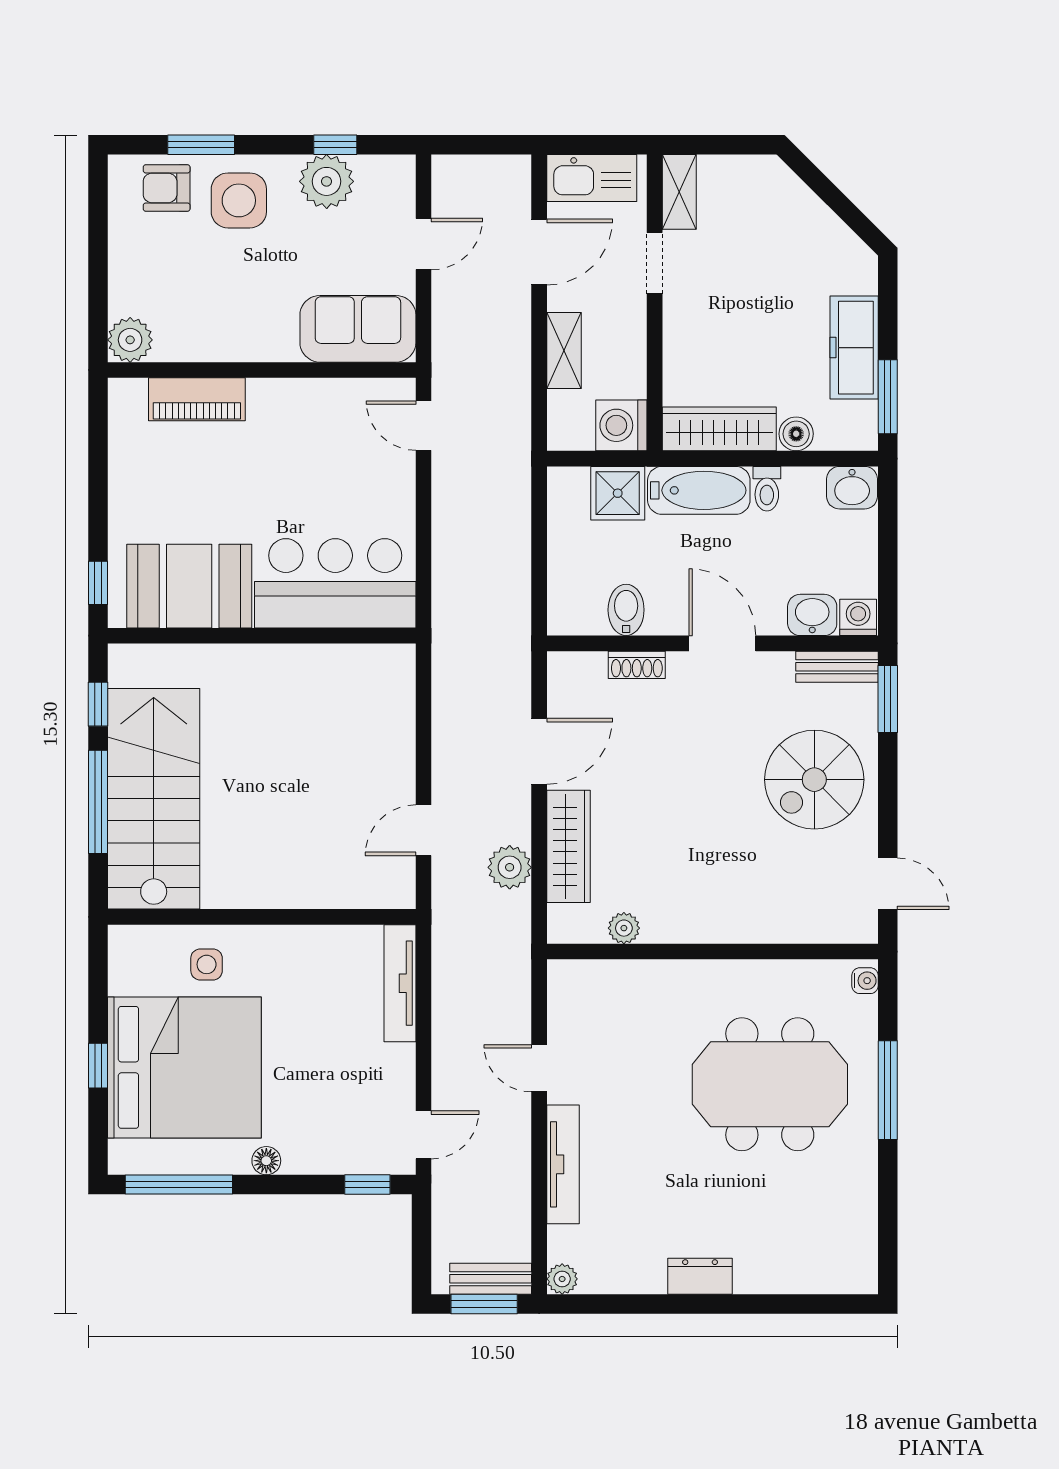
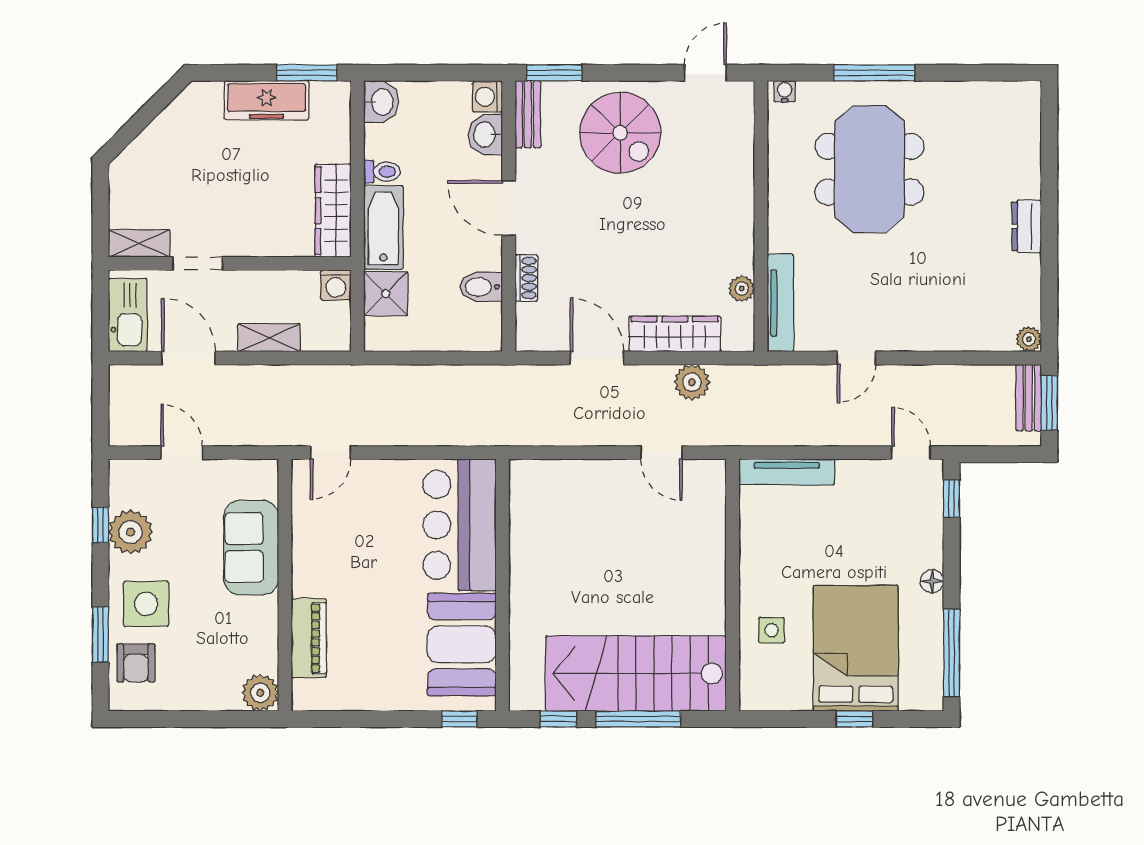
sofa: (358, 329) -> (251, 547), moved
washing machine: (621, 425) -> (336, 285), width x0.73, depth x0.73
boiler: (796, 434) -> (337, 148), removed
door: (722, 643) -> (509, 208), hinge flipped
bed: (184, 1067) -> (856, 648), width x0.73
tv unit: (563, 1164) -> (780, 303), moved, turned 90

